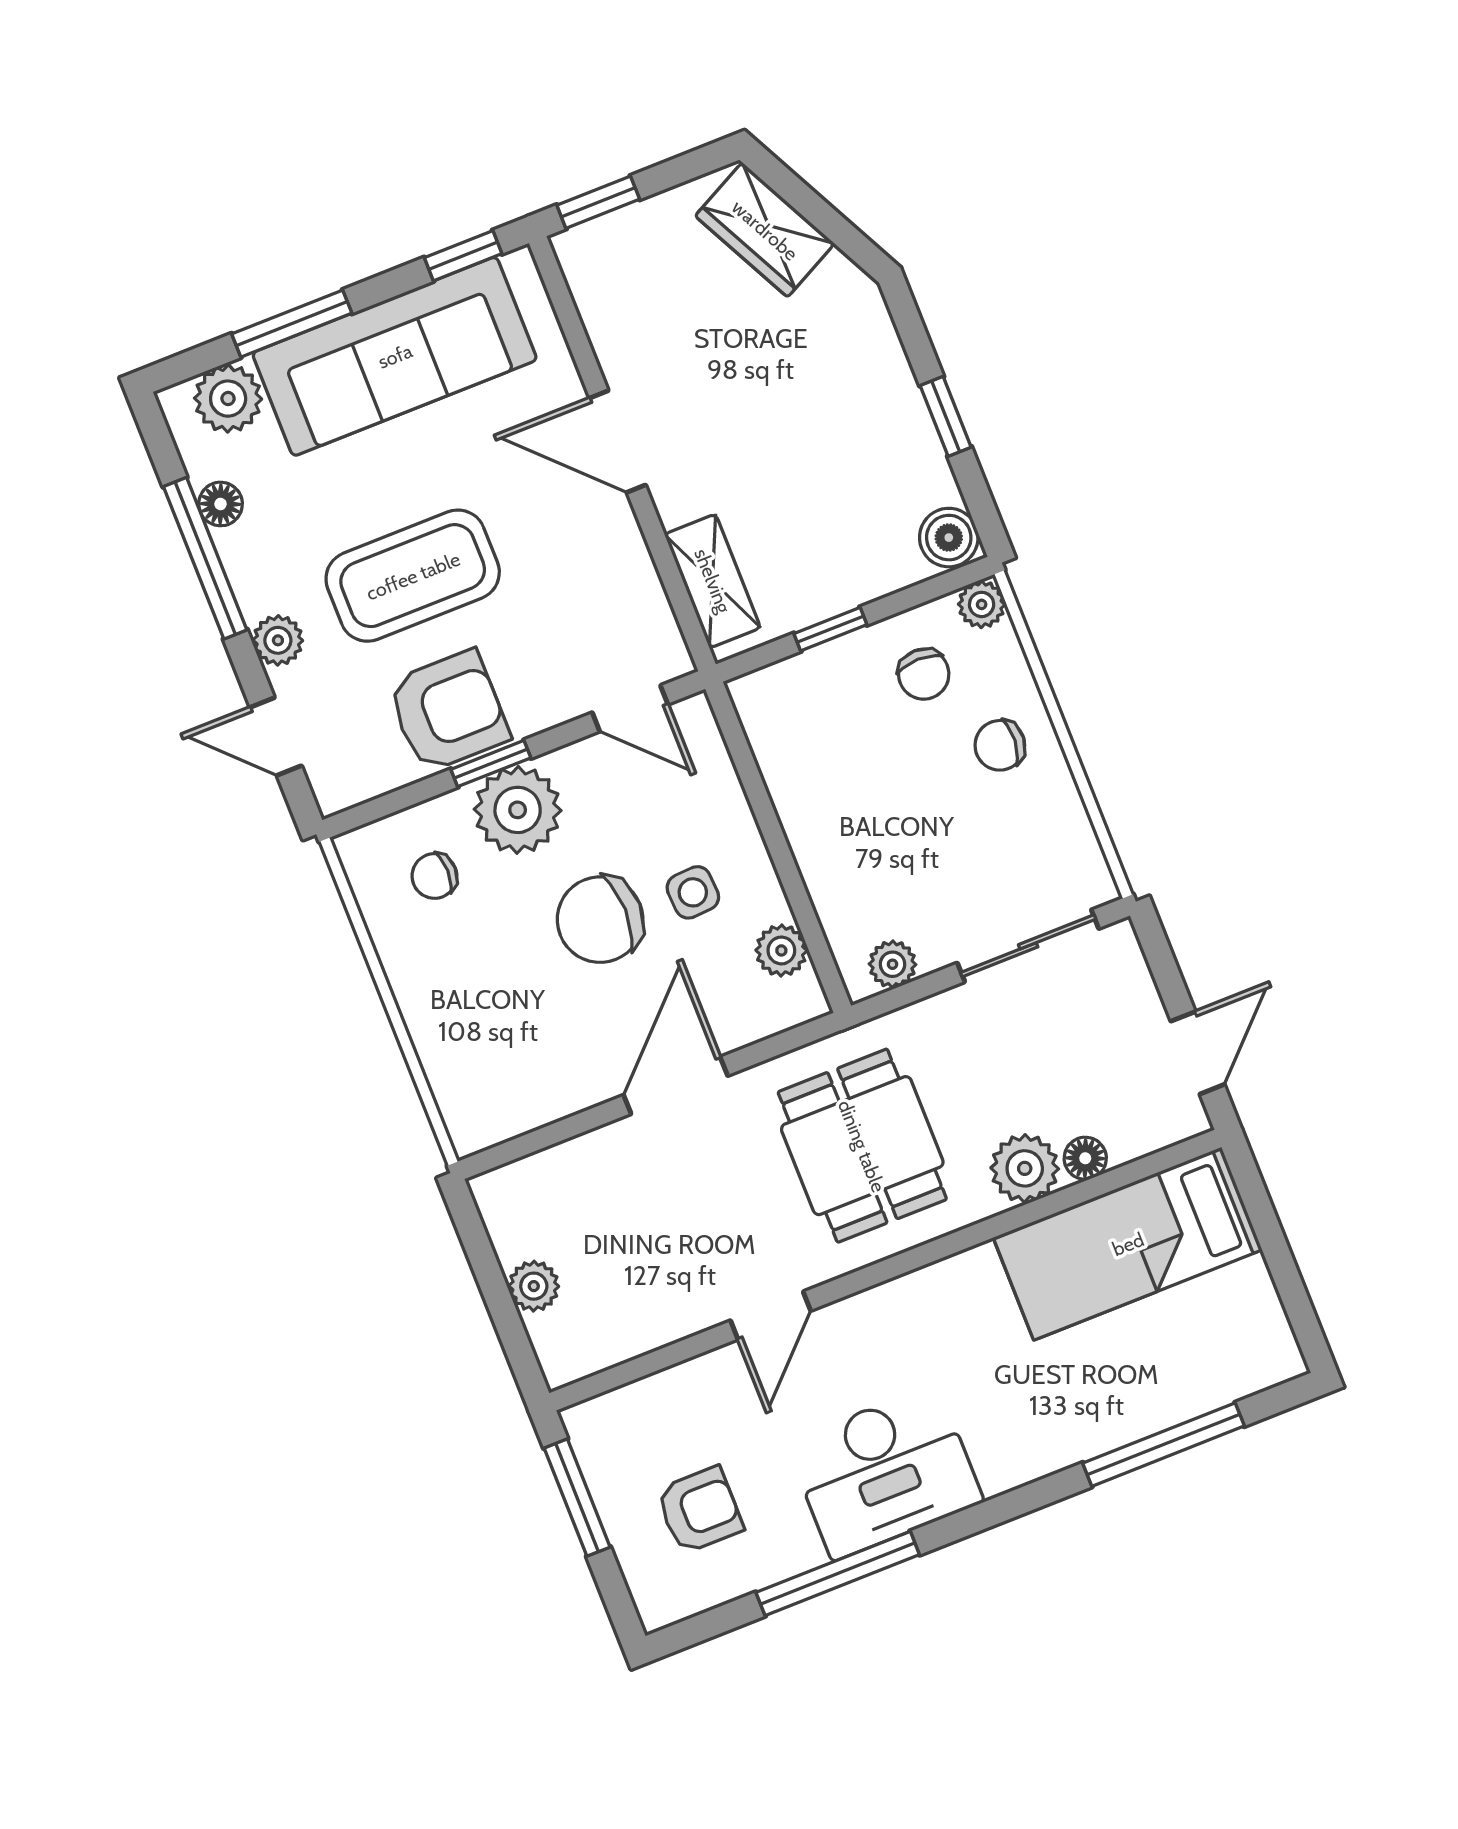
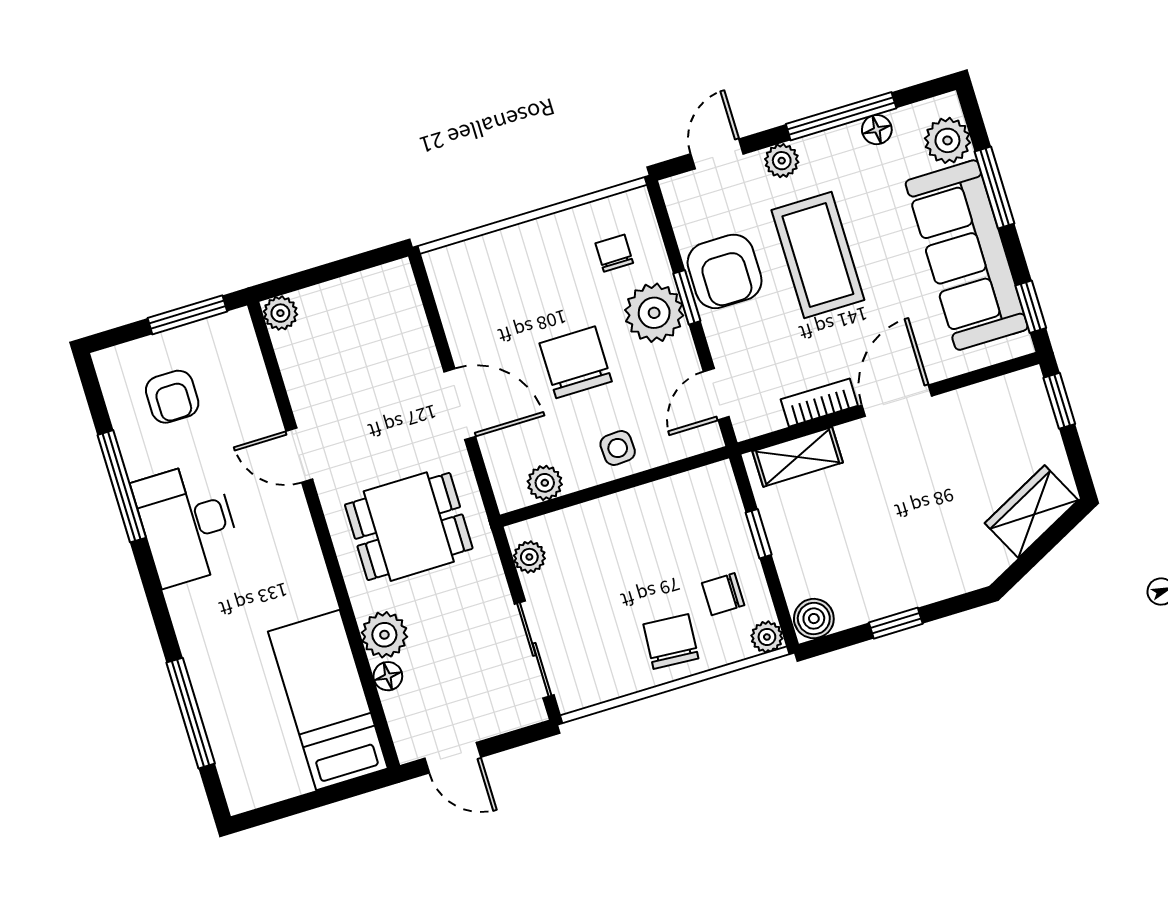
bookcase: (630, 556) -> (819, 403), added
chair: (1000, 745) -> (671, 641), width x1.37, depth x1.37
side table: (693, 892) -> (618, 448), moved
plant: (534, 1286) -> (280, 313), moved

